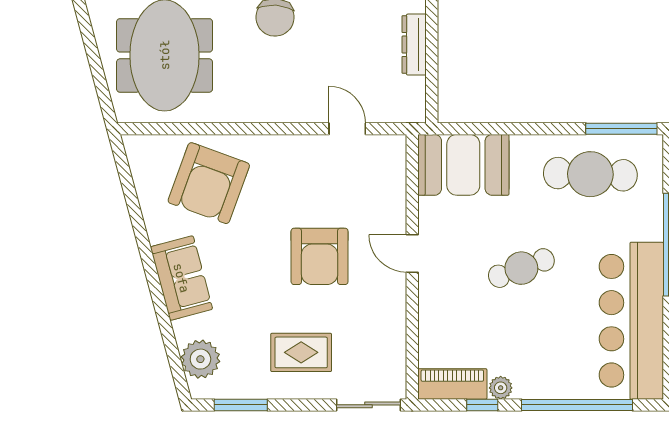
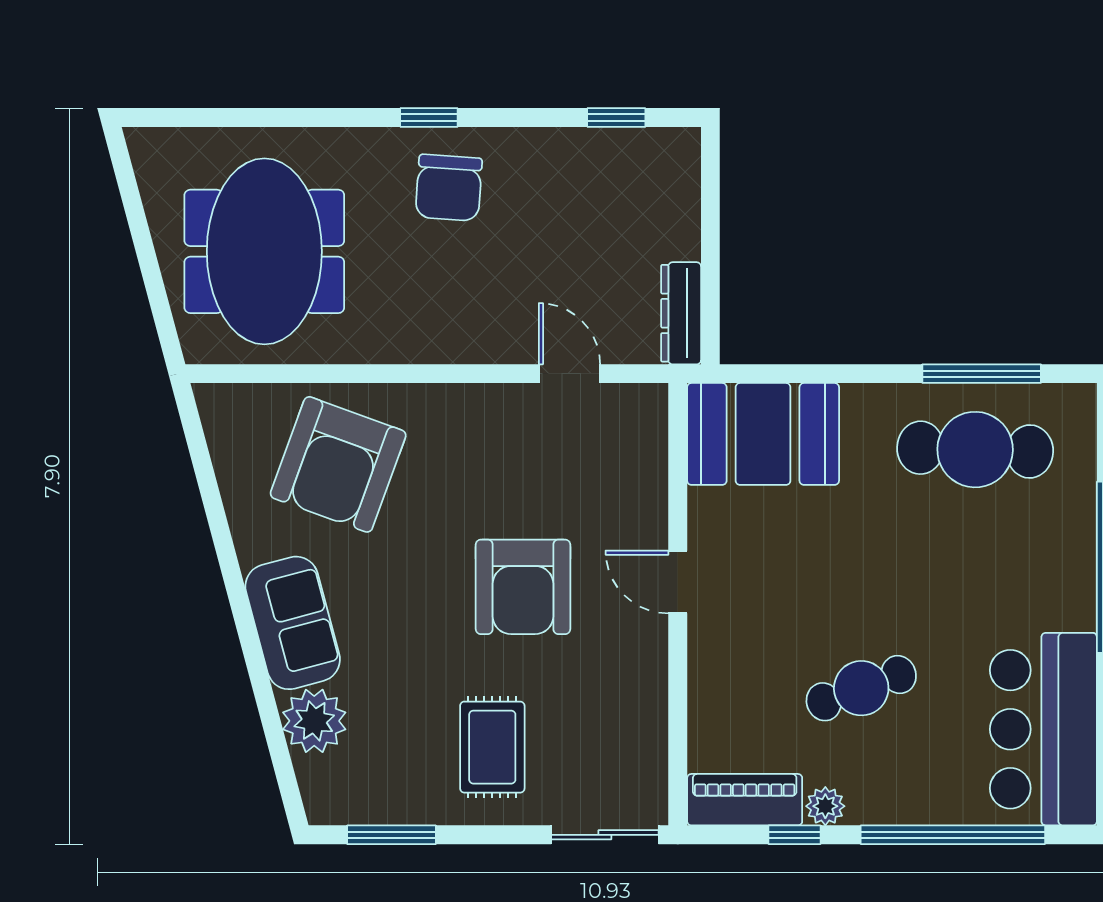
dresser: (414, 45) -> (681, 313), moved
window: (621, 129) -> (982, 374), moved
cafe table: (521, 268) -> (861, 688), moved
bar counter: (631, 321) -> (1043, 729), width x0.73
rug: (301, 352) -> (492, 747), turned 90
plant: (200, 359) -> (314, 721), moved

